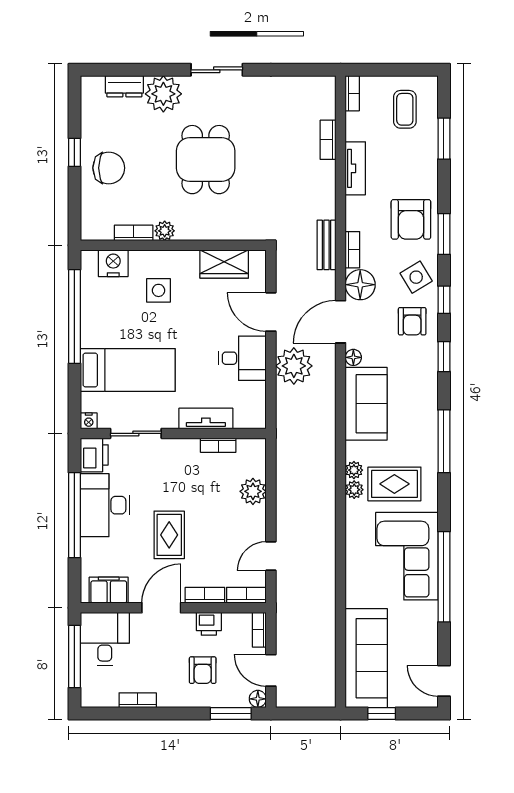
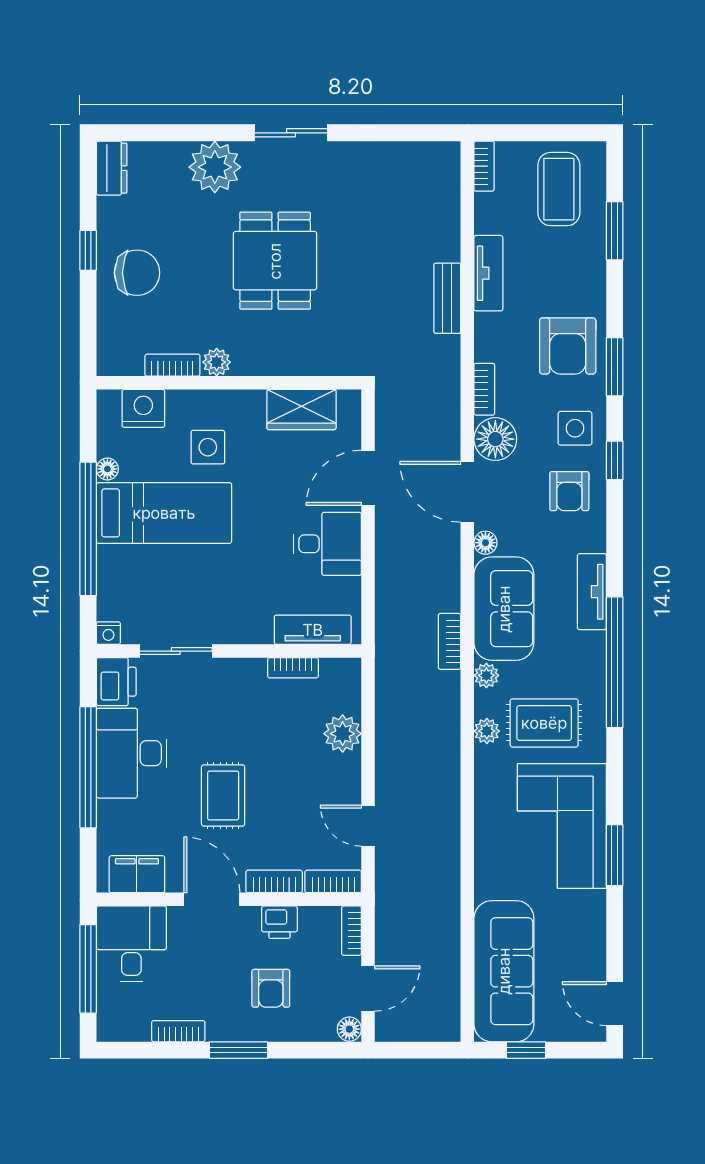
dresser: (124, 86) -> (112, 168), moved, turned -90
coffee table: (405, 109) -> (559, 189), width x1.36, depth x1.30
bookcase: (328, 140) -> (450, 641), moved
bench: (326, 245) -> (447, 298), moved
side table: (416, 277) -> (575, 428), turned 31
floor lamp: (88, 306) -> (107, 469), added
door: (271, 312) -> (368, 478), hinge flipped
window: (74, 317) -> (88, 529), moved
door: (341, 322) -> (467, 492), hinge flipped
window: (444, 357) -> (615, 542), removed
plant: (294, 366) -> (401, 555), removed
bed: (128, 370) -> (164, 513), moved
tv unit: (428, 392) -> (592, 592), added
tv unit: (206, 419) -> (313, 630), moved
window: (444, 441) -> (615, 662), width x1.46
plant: (354, 470) -> (486, 675), moved
door: (271, 556) -> (368, 826), hinge flipped
window: (444, 577) -> (615, 855), width x0.47
door: (161, 608) -> (212, 899), hinge flipped
door: (271, 670) -> (368, 989), swing flipped
window: (231, 713) -> (238, 1050), moved

